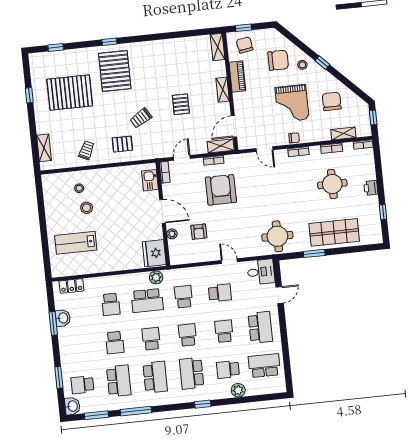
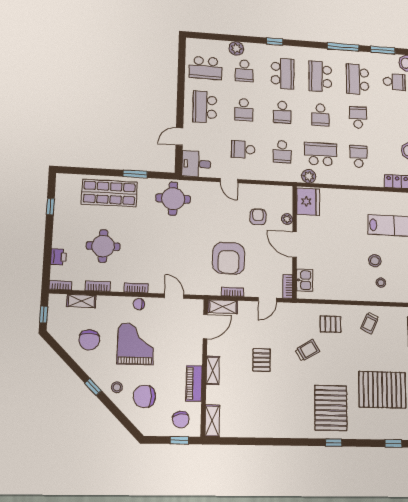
printer: (371, 188) -> (59, 257), moved
school desk: (228, 369) -> (244, 71), turned 90

